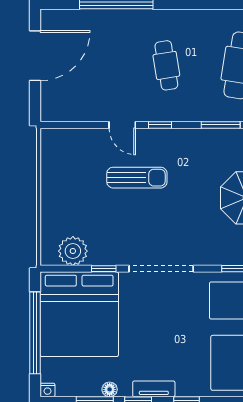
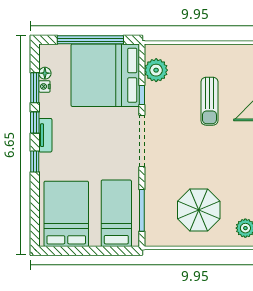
sun lounger: (137, 178) -> (209, 101), moved
floor lamp: (110, 389) -> (45, 73), moved
nightstand: (47, 390) -> (44, 86), moved

